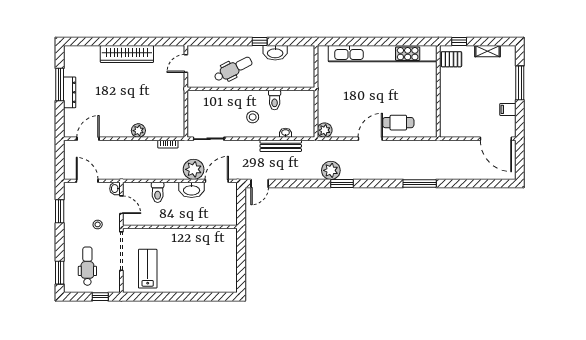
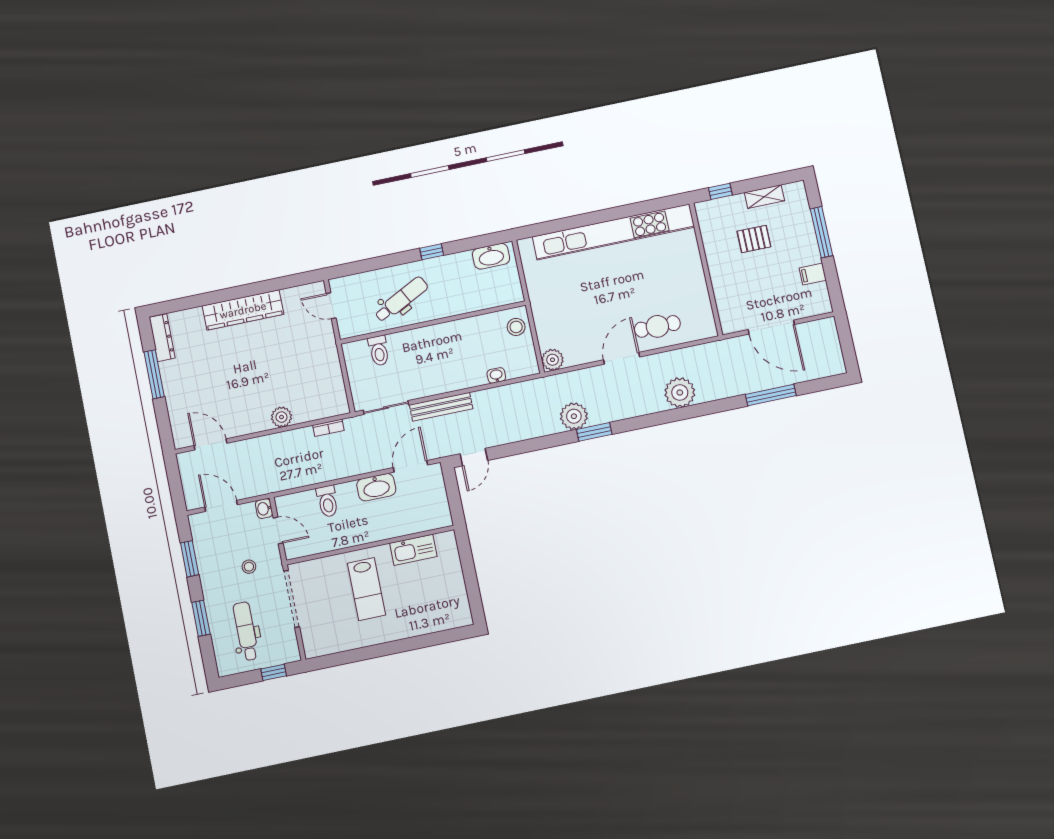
washbasin: (275, 53) -> (491, 256), moved
pallet: (451, 59) -> (754, 239), moved
door: (186, 63) -> (331, 306), hinge flipped
dresser: (70, 92) -> (162, 338), moved
toilet: (275, 100) -> (379, 351), moved
stool: (253, 117) -> (516, 327), moved
door: (88, 139) -> (210, 444), hinge flipped
door: (496, 139) -> (771, 327), moved
bench: (281, 146) -> (441, 407), moved
plant: (194, 169) -> (680, 393), moved
window: (420, 184) -> (771, 395), moved
kitchen sink: (208, 236) -> (413, 550), added
lab bench: (148, 269) -> (367, 589), moved, turned 180
window: (60, 273) -> (201, 618), moved

